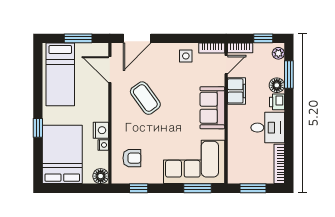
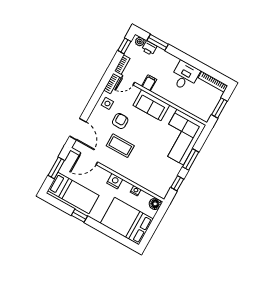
door: (226, 65) -> (128, 80), swing flipped
floor lamp: (277, 85) -> (160, 54), removed
filing cabinet: (237, 91) -> (149, 83), width x0.50
coffee table: (145, 98) -> (120, 146), turned 36
printer: (277, 102) -> (149, 48), moved
window: (38, 128) -> (79, 216), moved
nightstand: (101, 130) -> (115, 181), moved
armchair: (132, 158) -> (120, 121), moved
window: (198, 188) -> (191, 159), moved

